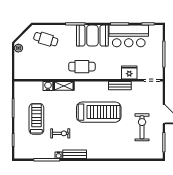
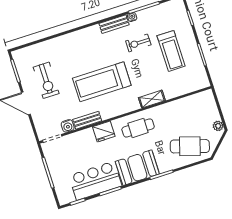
cafe table: (46, 39) -> (190, 146), width x1.37, depth x1.35
fridge: (129, 72) -> (104, 131), moved
water cooler: (48, 86) -> (68, 126), moved

